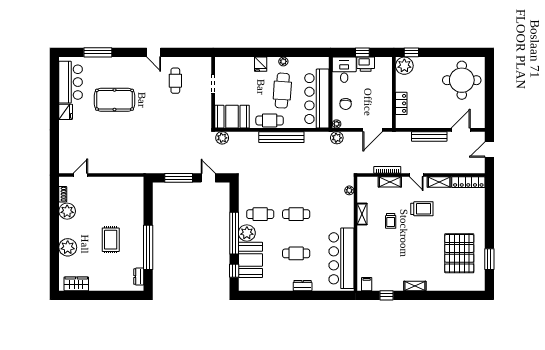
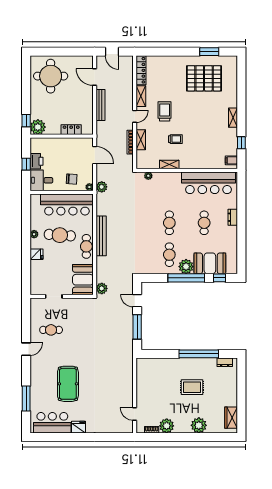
door: (208, 178) -> (137, 301), hinge flipped

